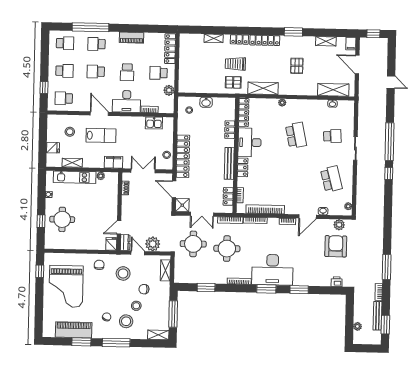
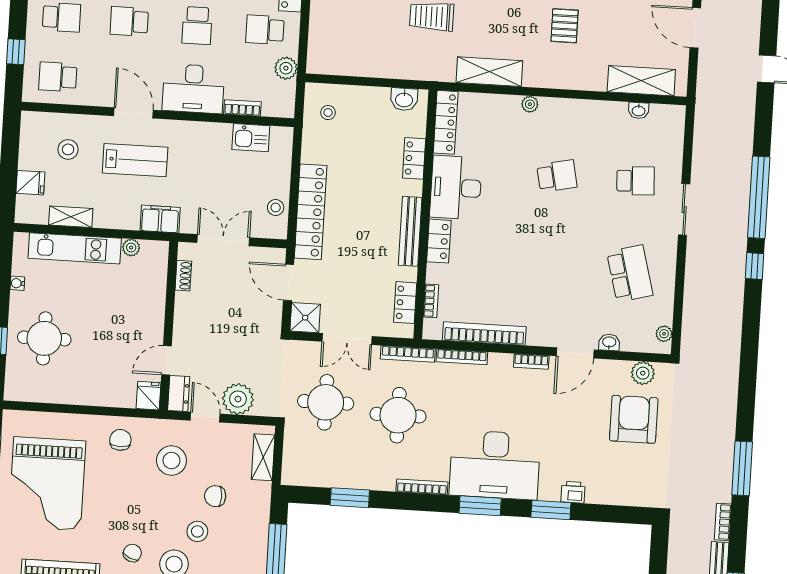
pallet: (233, 82) -> (426, 56), removed
washbasin: (206, 102) -> (404, 99), moved
school desk: (296, 135) -> (557, 176), width x0.54
printer: (337, 282) -> (573, 492), moved

